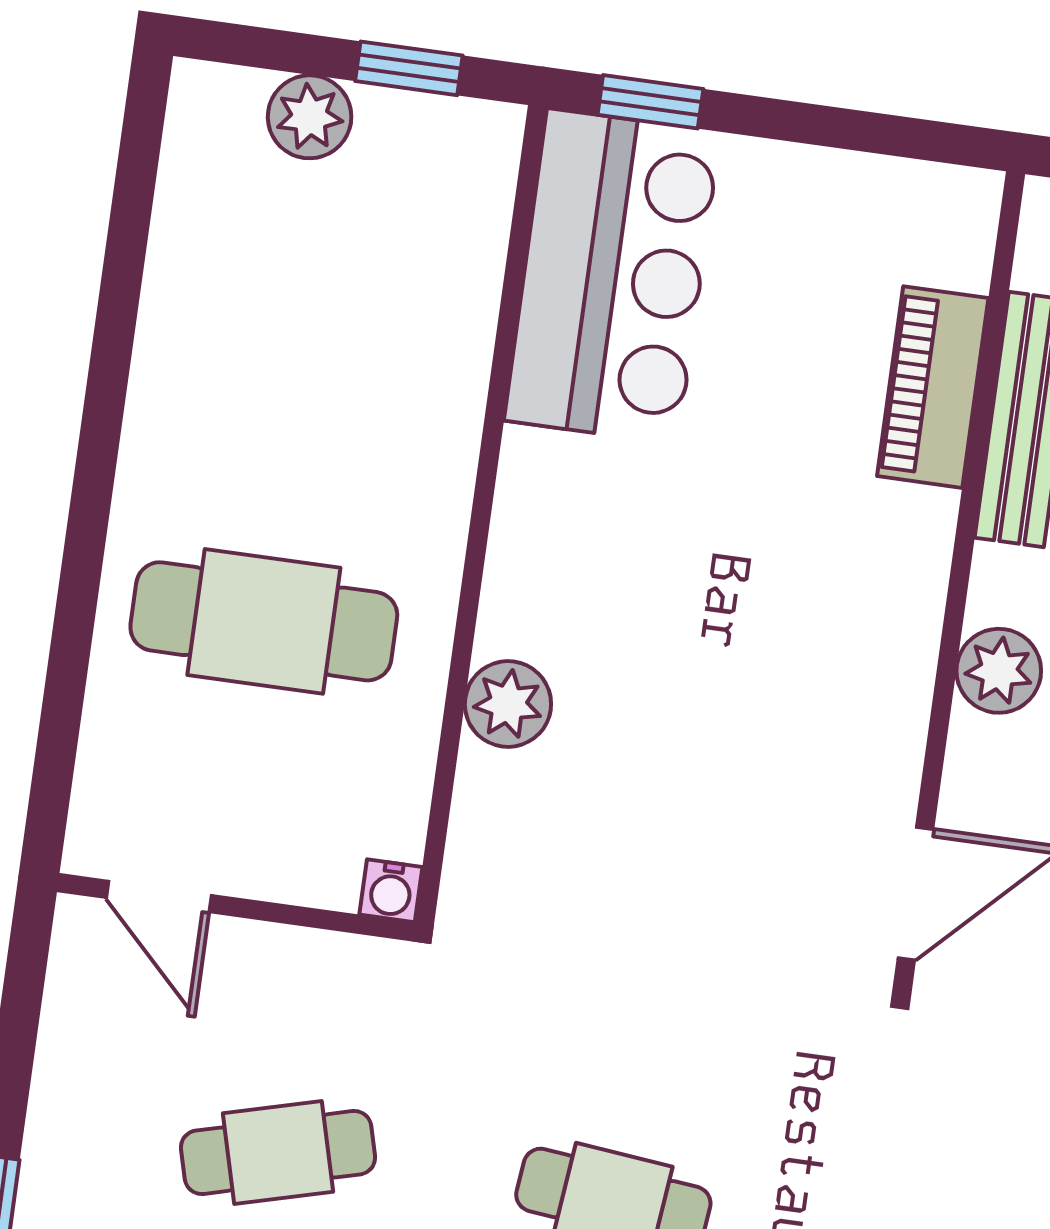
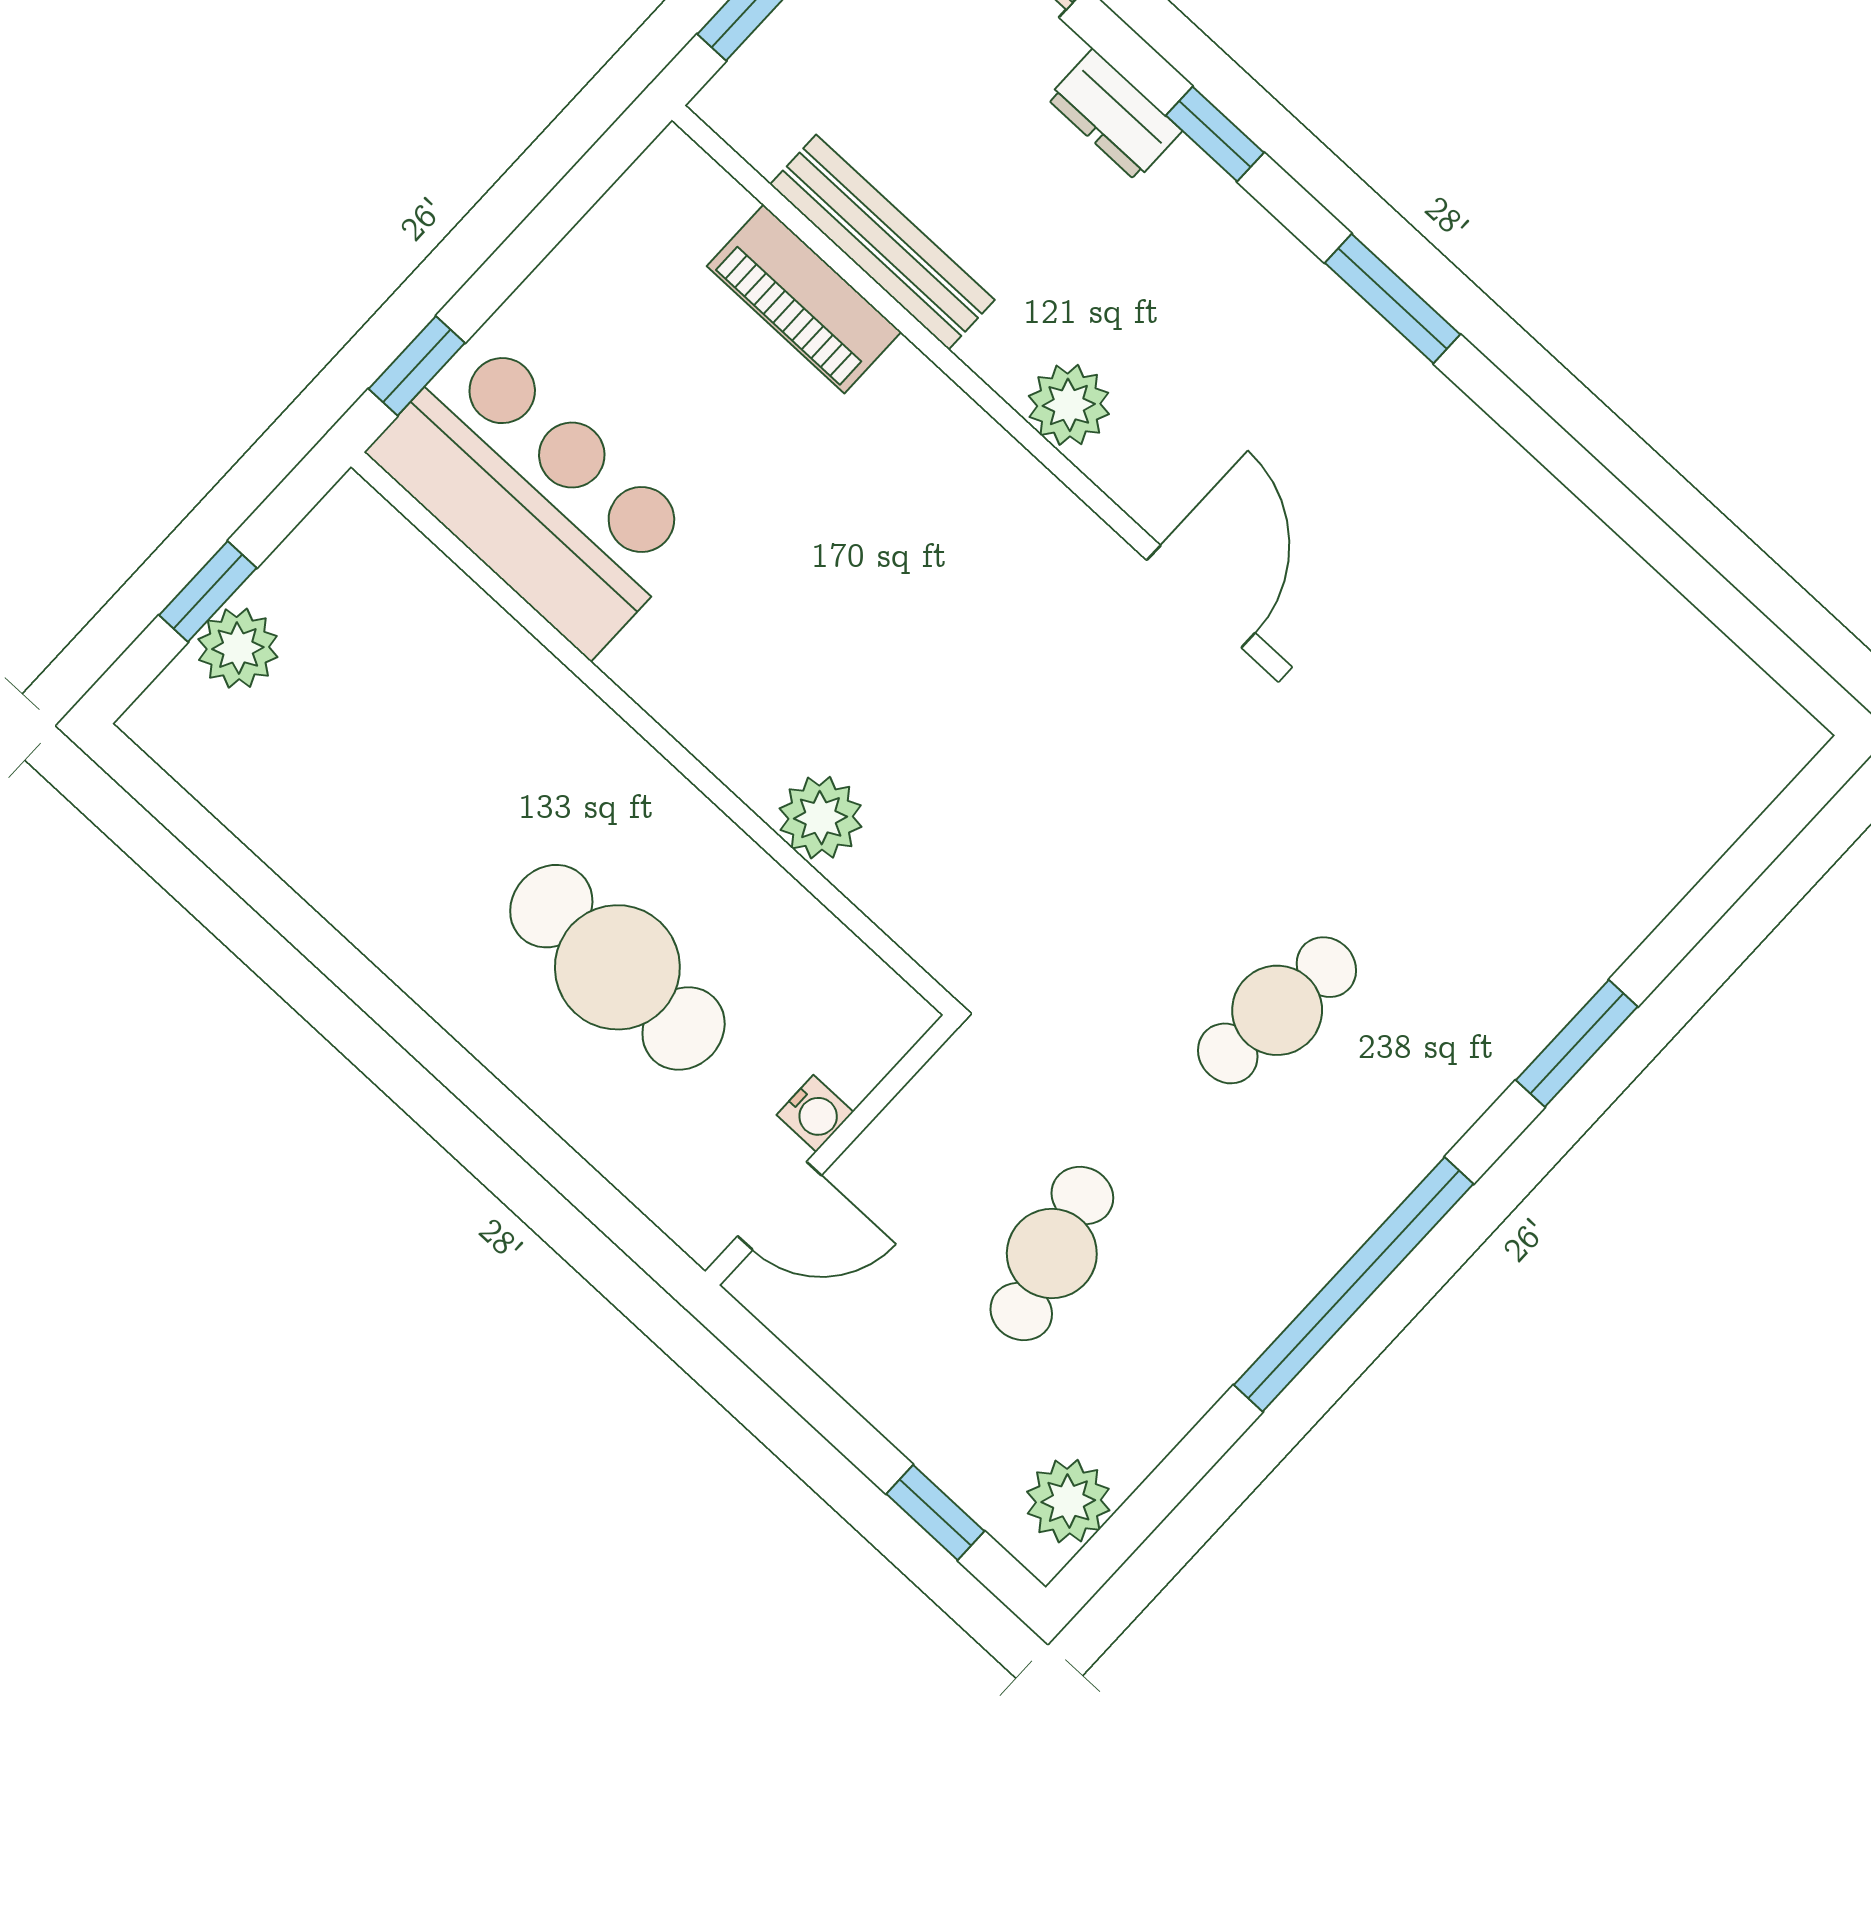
window: (409, 68) -> (208, 592), moved
cafe table: (264, 621) -> (617, 967), turned 90
water cooler: (391, 891) -> (815, 1113), moved

